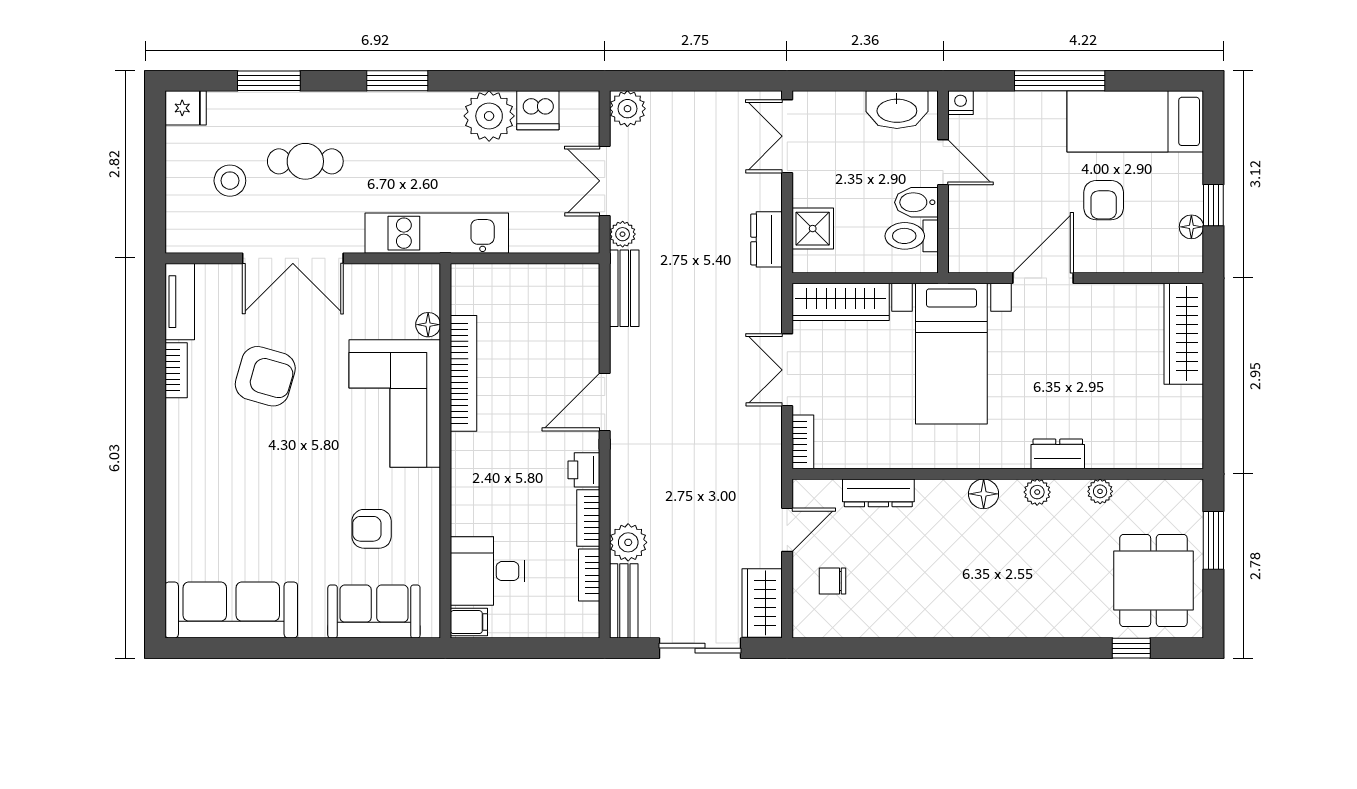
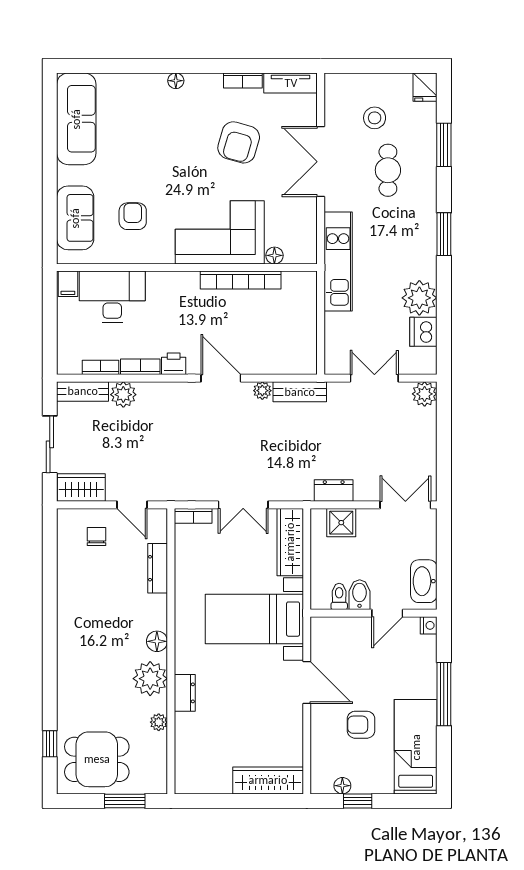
plant: (623, 234) -> (262, 391), moved
toilet: (912, 236) -> (339, 596), width x0.73, depth x0.72
double door: (787, 370) -> (243, 505), swing flipped
floor lamp: (176, 467) -> (176, 81), added
plant: (1037, 492) -> (150, 679), width x1.88, depth x1.88
desk: (487, 571) -> (112, 297), width x1.37

